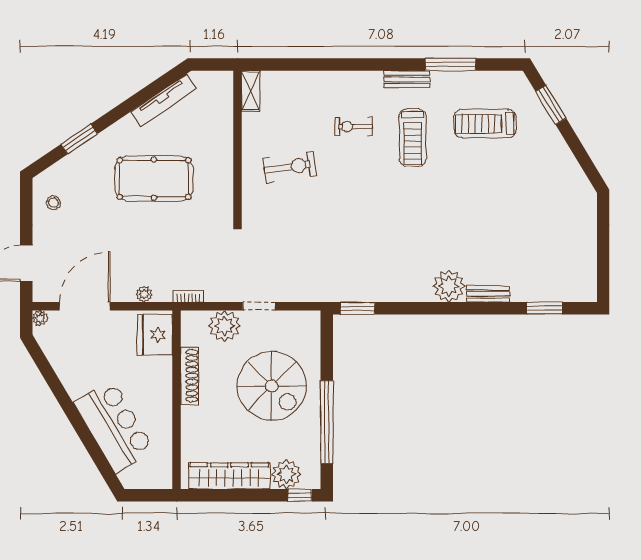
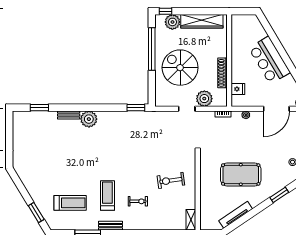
fridge: (155, 335) -> (238, 89), width x0.53, depth x0.75
bar counter: (114, 426) -> (269, 60), moved

